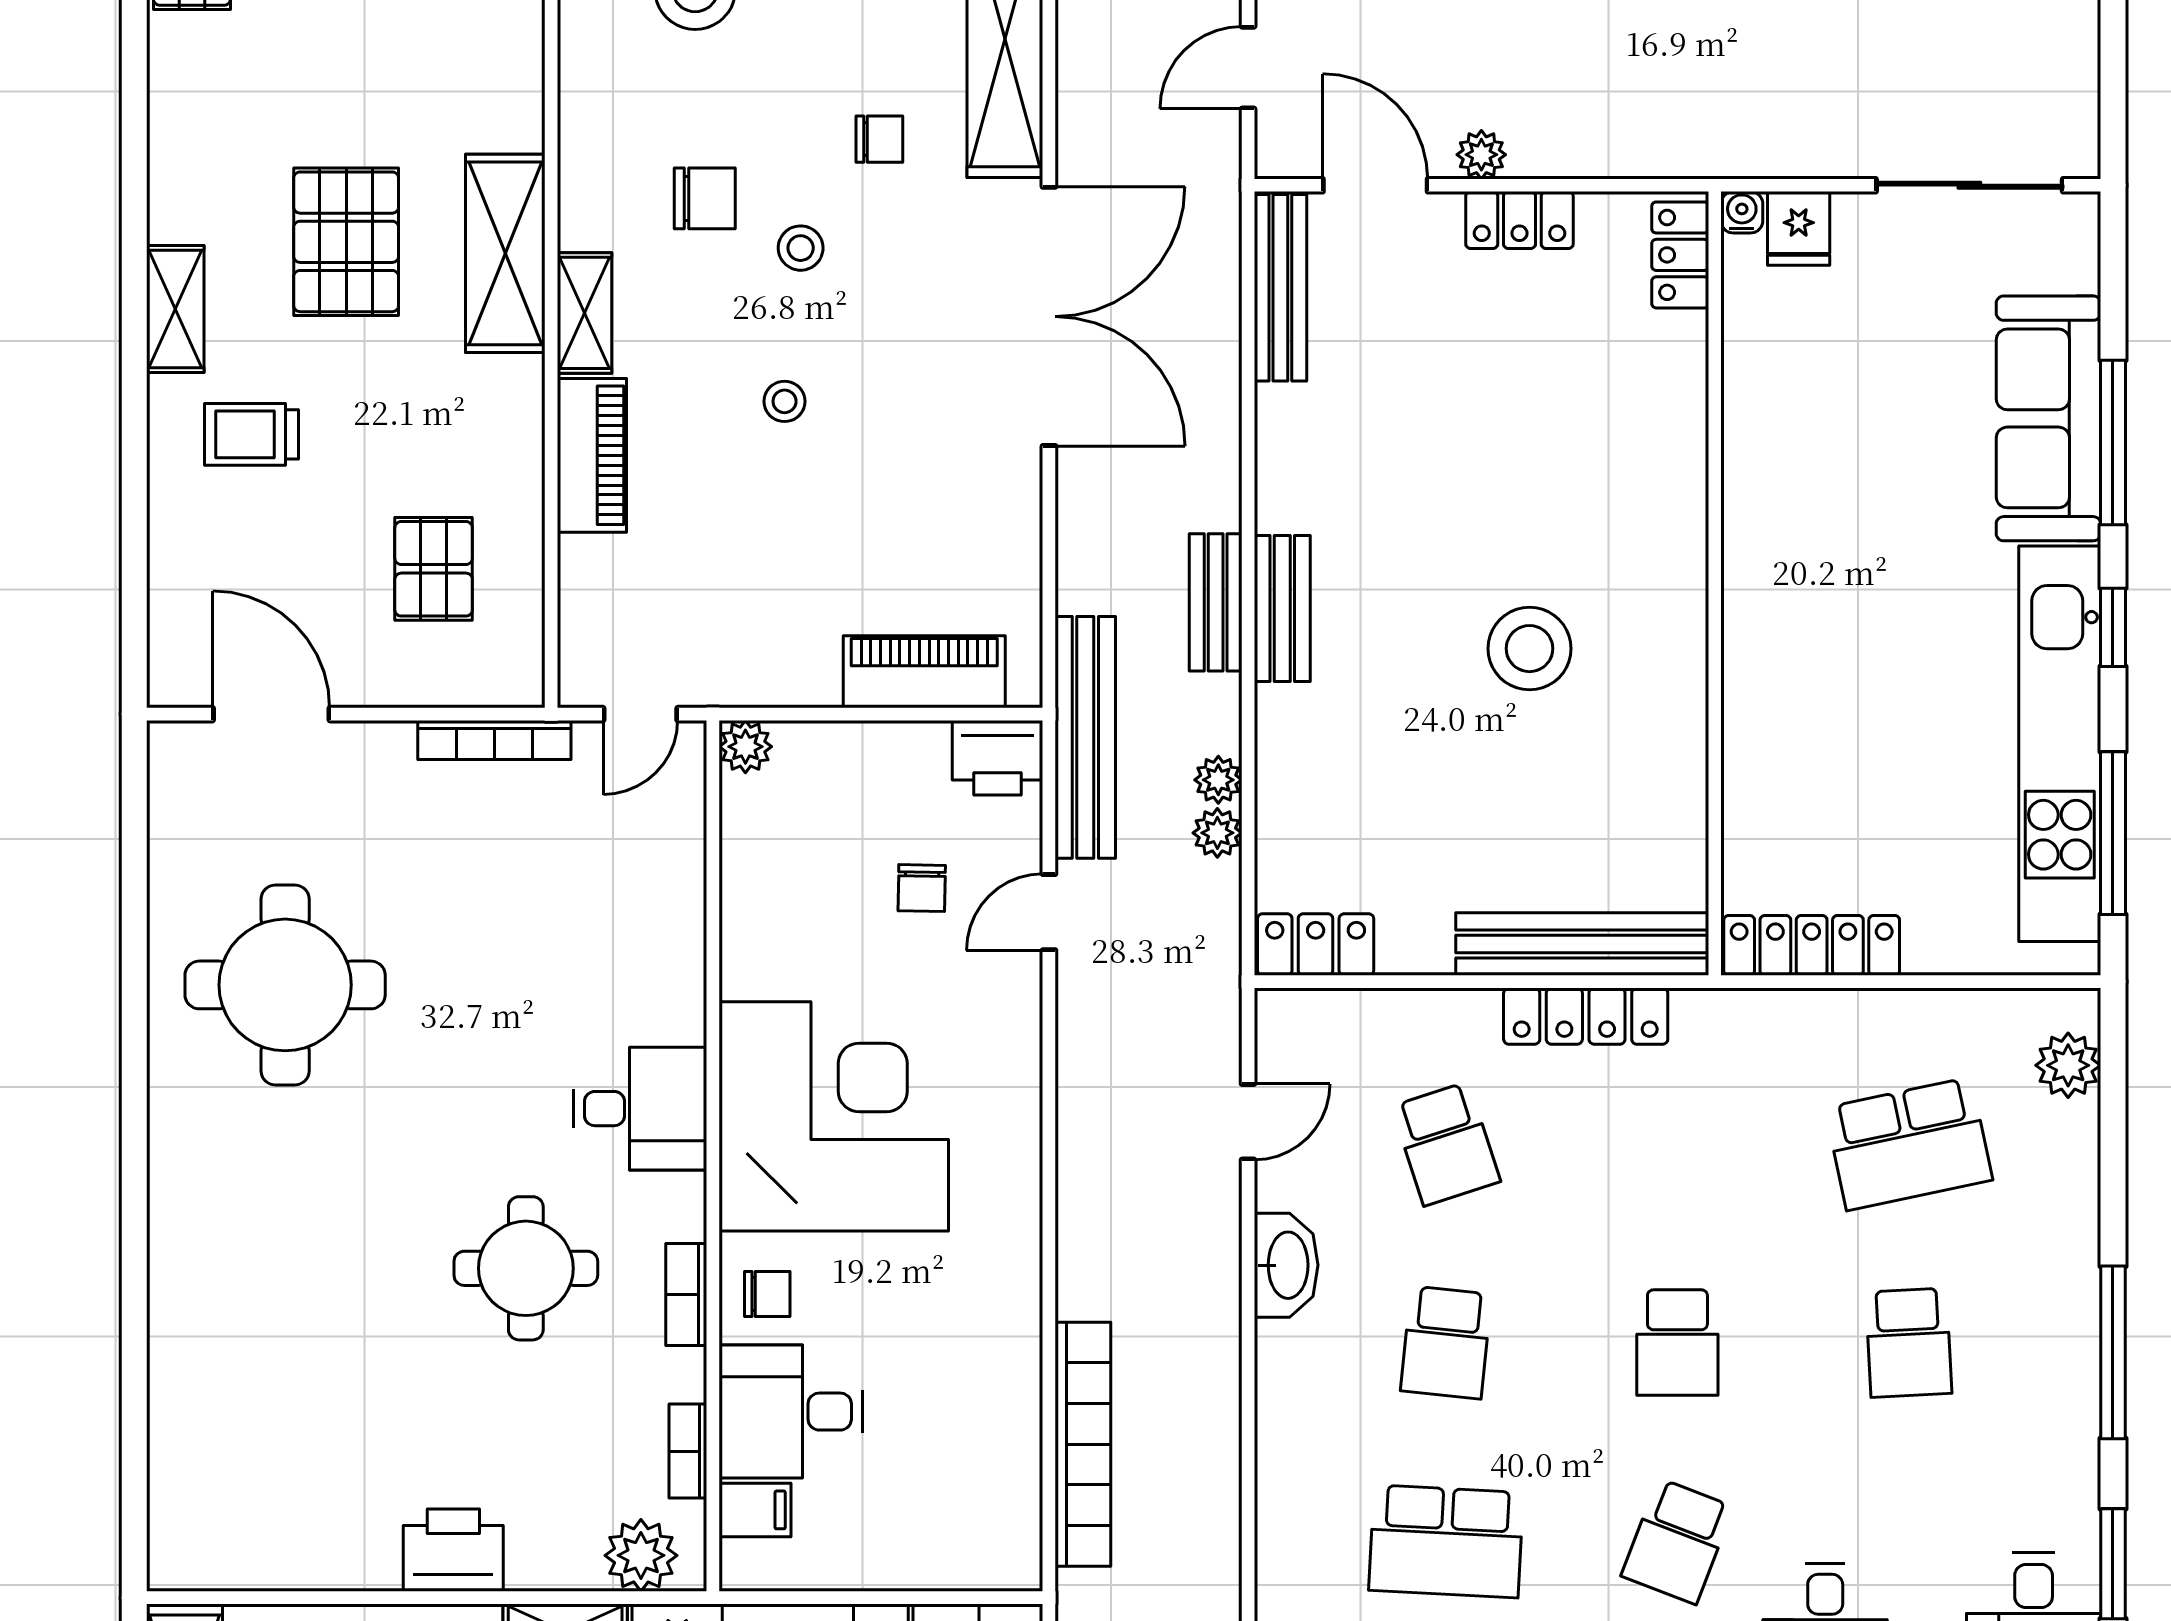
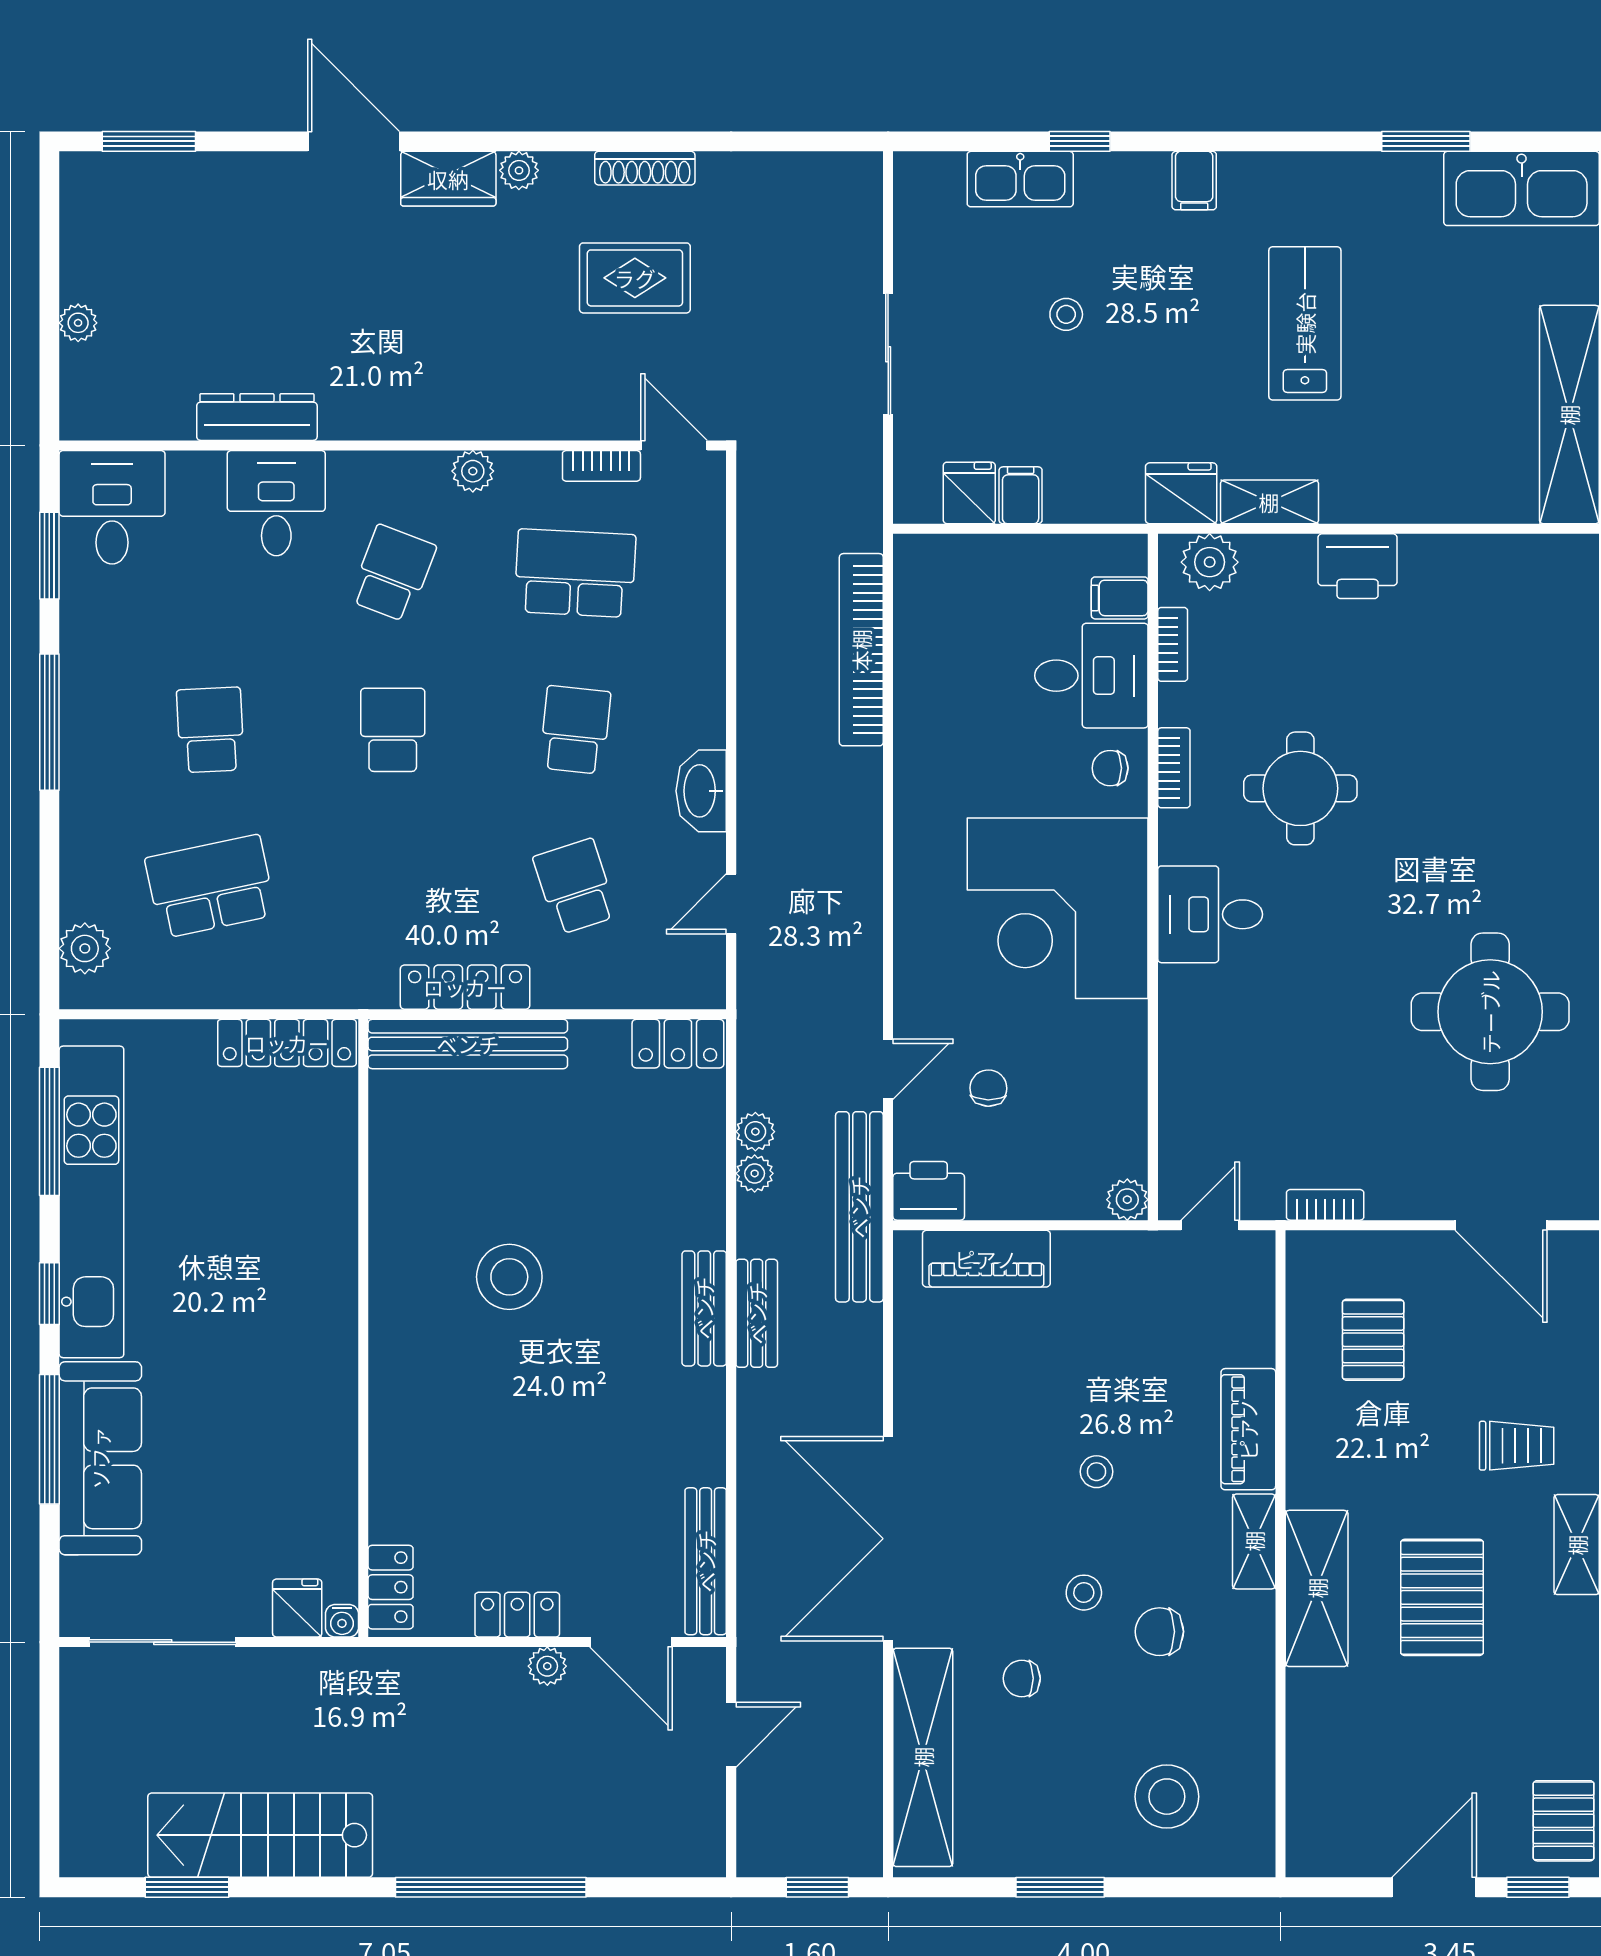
bookcase: (494, 740) -> (1325, 1205), width x0.64

